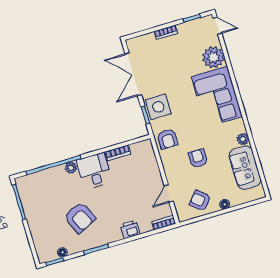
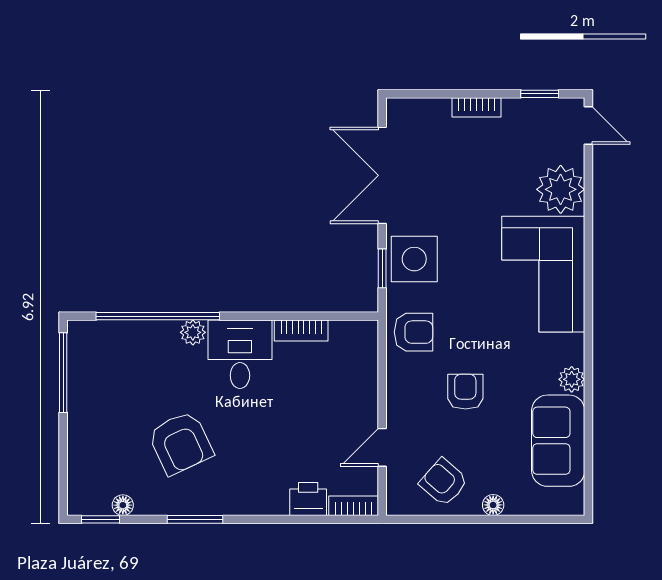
armchair: (167, 139) -> (413, 332), turned -90
printer: (130, 229) -> (308, 499), moved

